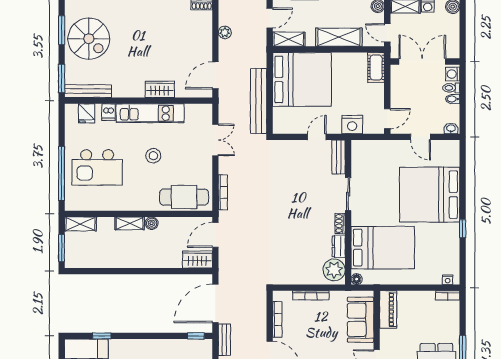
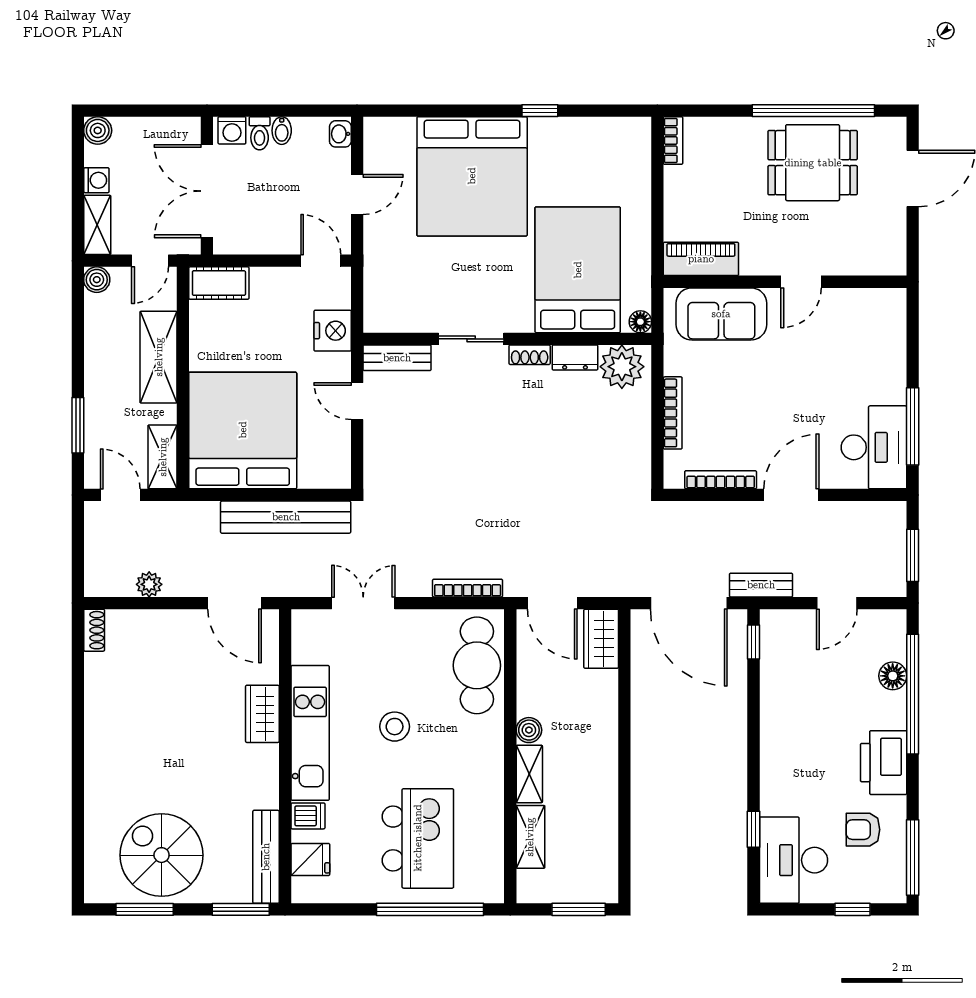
spiral stairs: (89, 39) -> (162, 855), turned -90
shelving: (80, 224) -> (530, 837), moved
nightstand: (448, 280) -> (642, 140), removed

